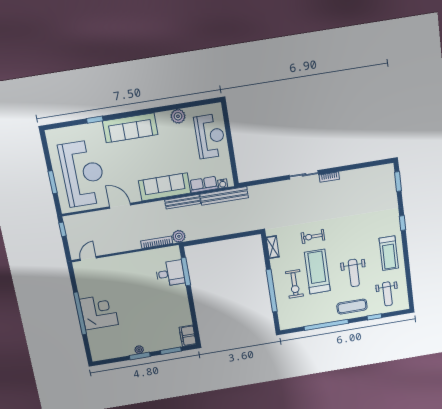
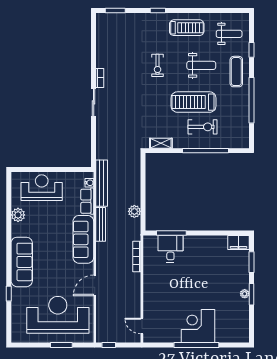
plant: (179, 236) -> (134, 211), moved
exercise bike: (313, 236) -> (158, 65), moved

